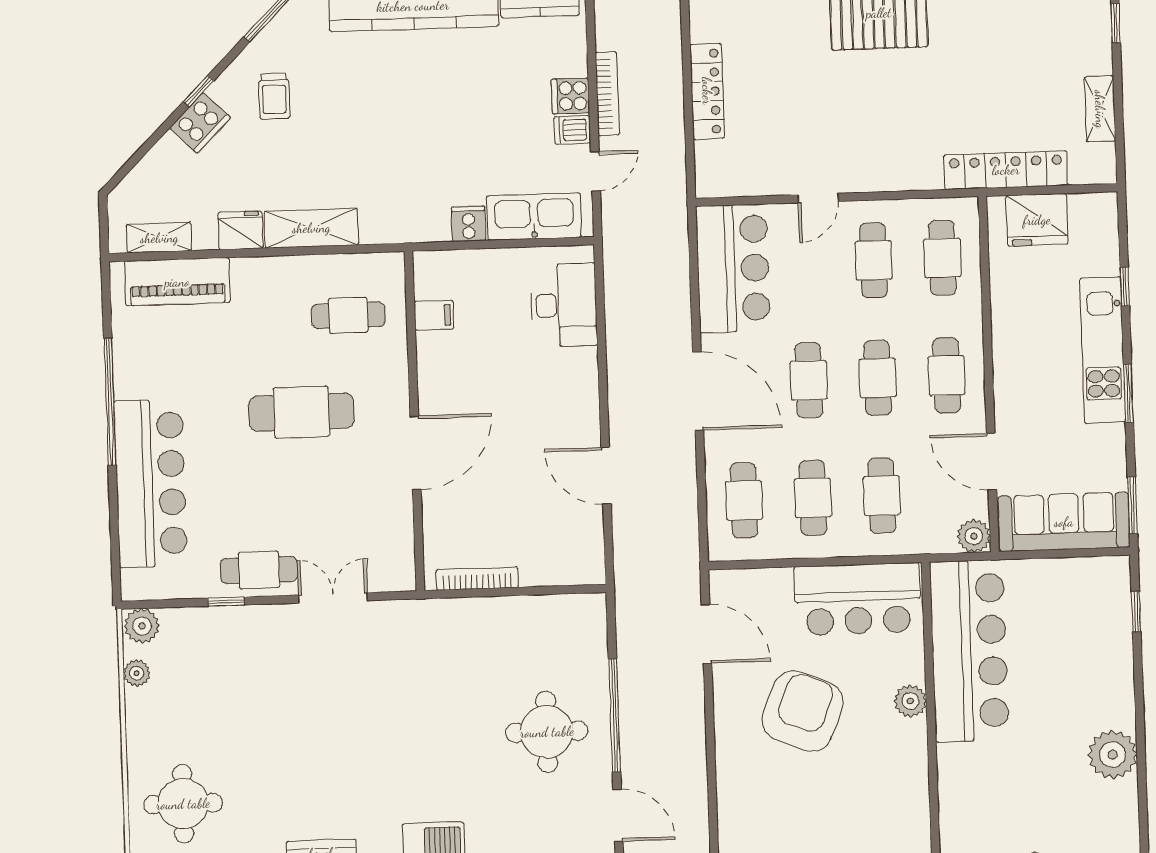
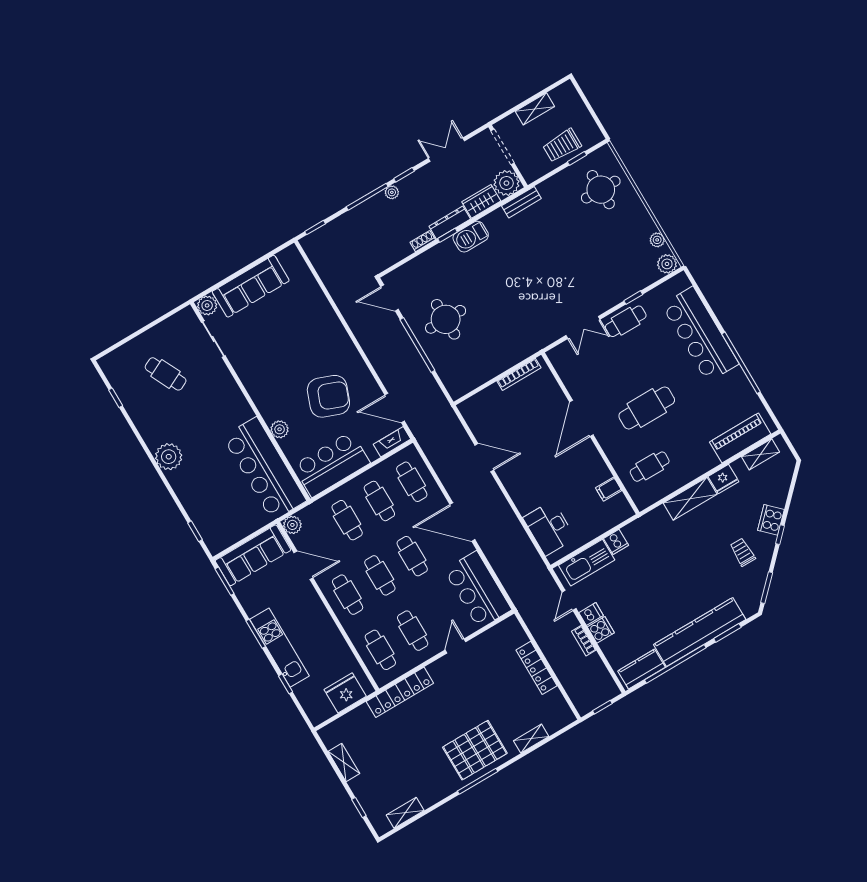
bookcase: (607, 94) -> (584, 641), width x0.64
locker: (1006, 170) -> (400, 692), moved
fireplace: (741, 582) -> (392, 442), added
armchair: (803, 711) -> (328, 396), turned -91

